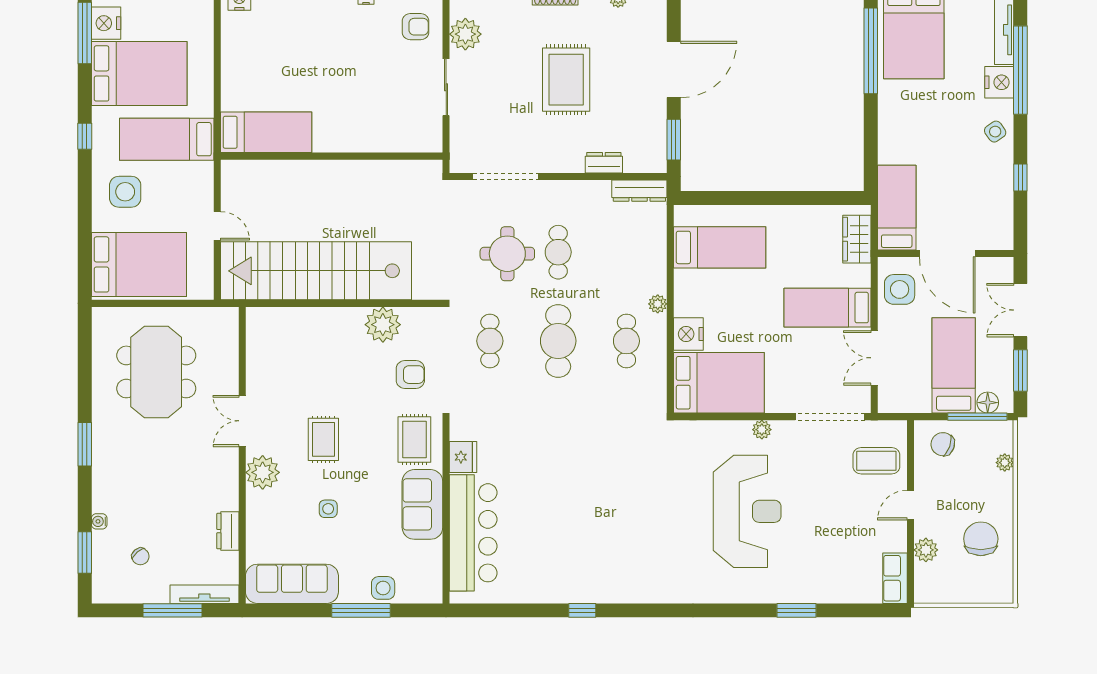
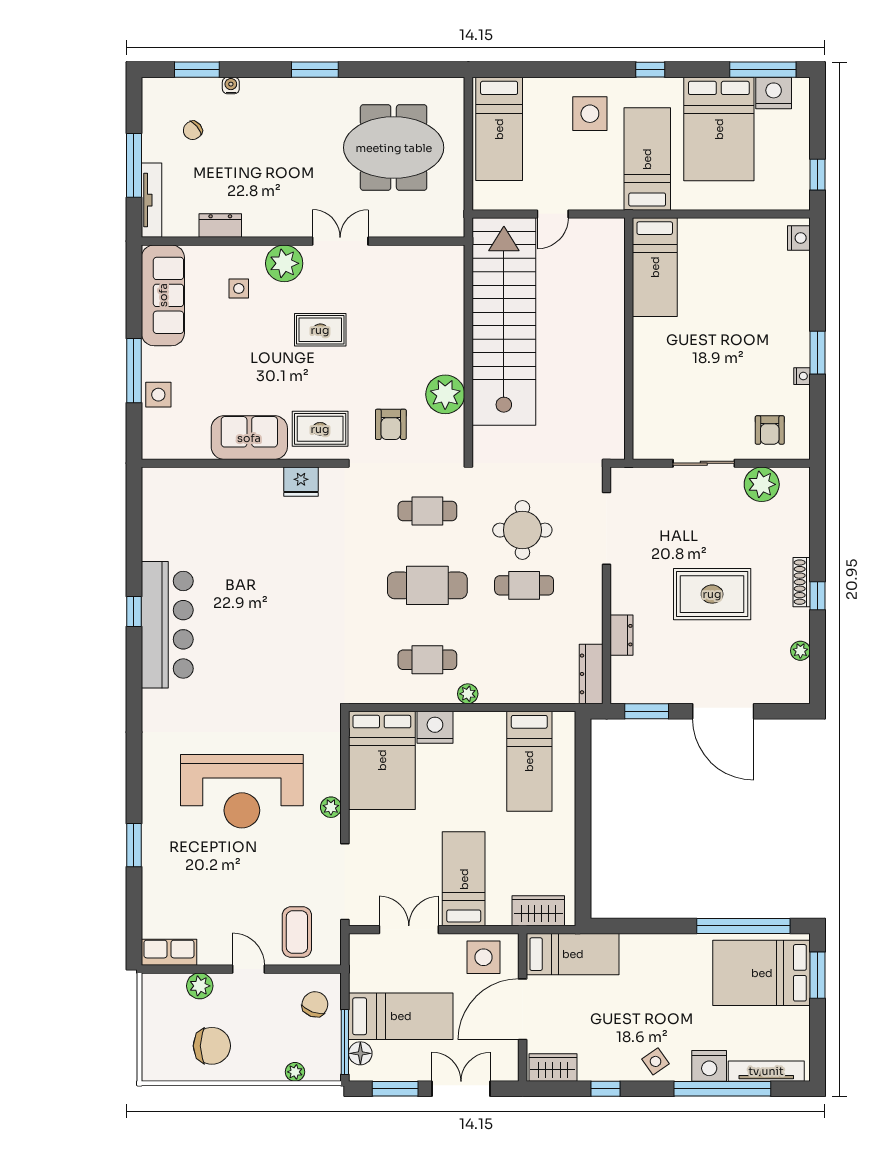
wardrobe: (1001, 226) -> (553, 1068), added
bed: (139, 264) -> (499, 129), width x0.67
side table: (328, 509) -> (239, 288), moved
bar counter: (473, 533) -> (167, 625), moved, turned -90

